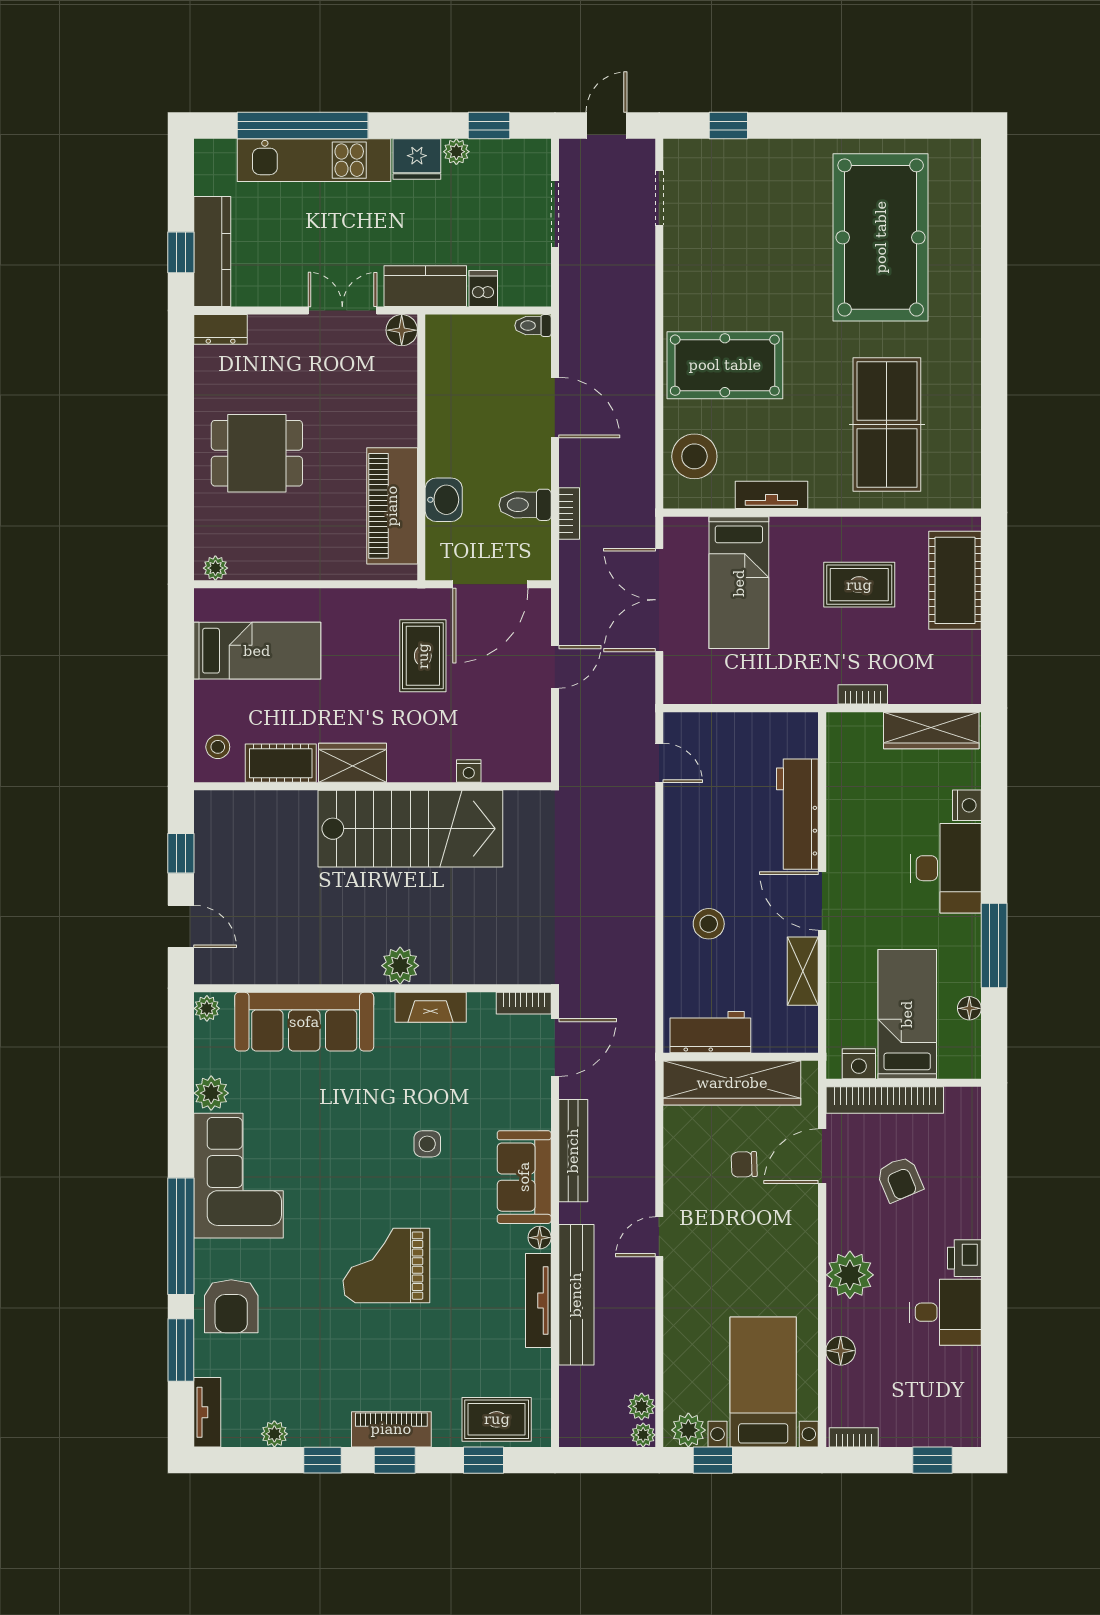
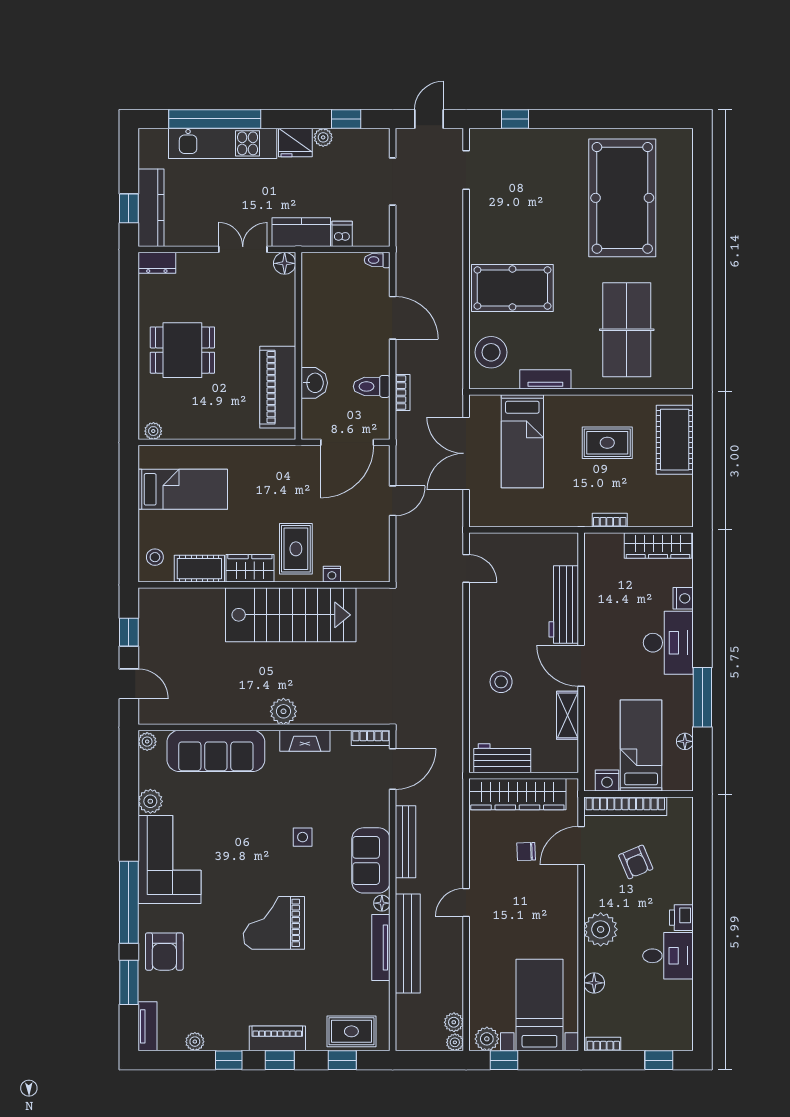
rug: (423, 656) -> (296, 549), moved

